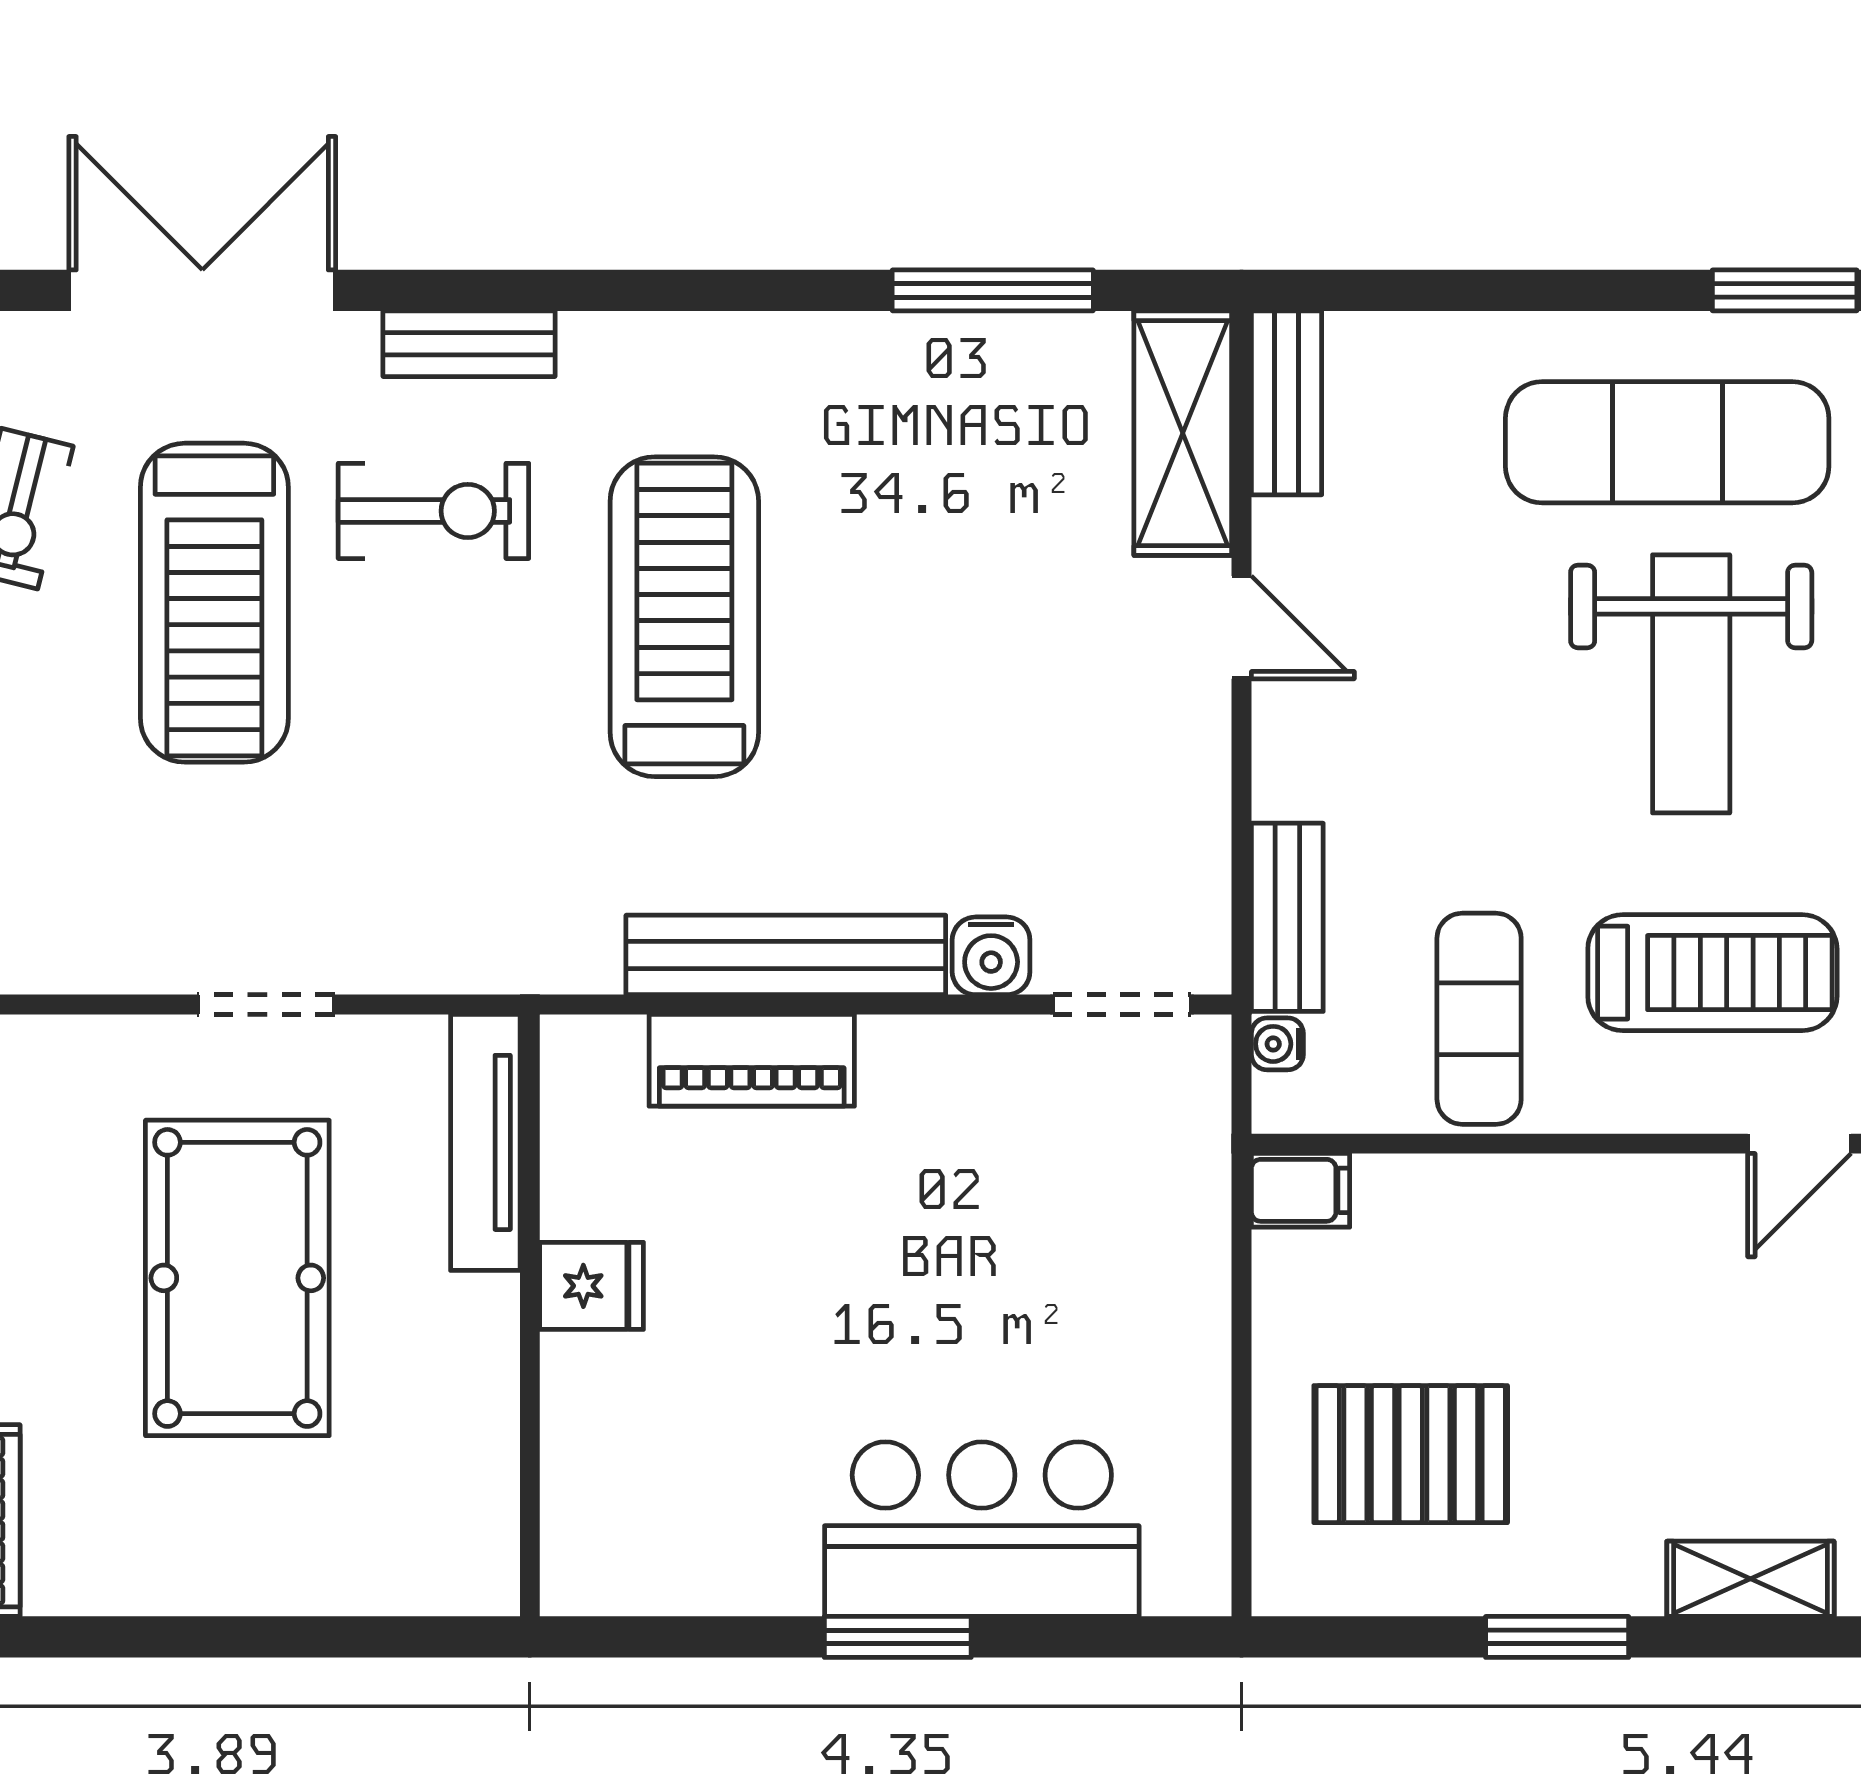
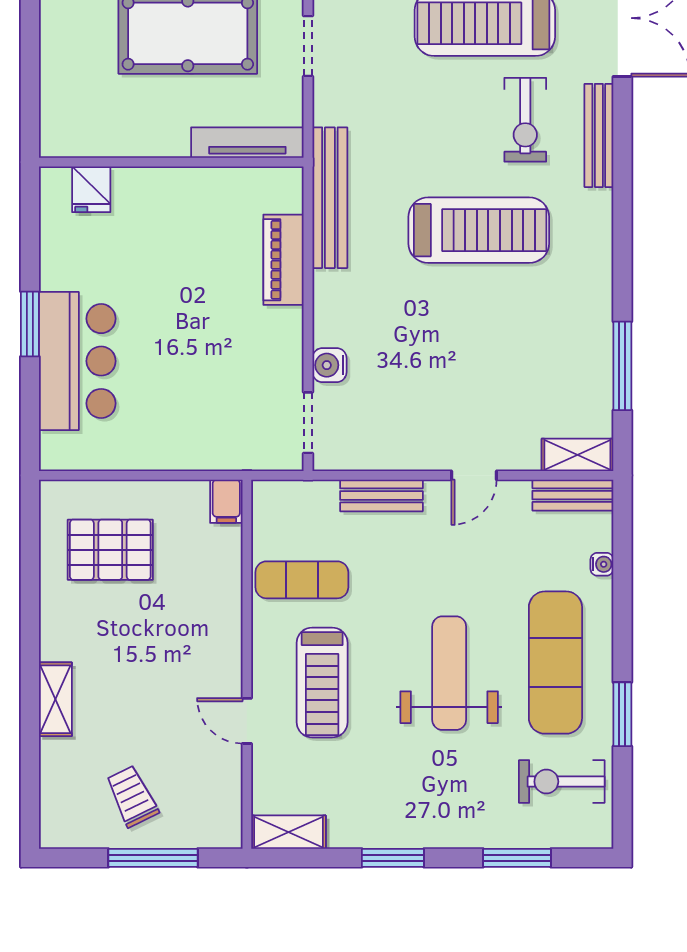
bench: (469, 344) -> (599, 135), width x1.36
shelving: (1183, 433) -> (577, 455), width x0.67, depth x0.75
weight bench: (1691, 684) -> (449, 673), turned 90
bench: (1287, 917) -> (381, 495), moved
bench: (786, 955) -> (330, 198), moved
water cooler: (1277, 1044) -> (602, 564), moved, turned 90
fridge: (592, 1286) -> (91, 189), moved
pallet: (1411, 1454) -> (110, 550), turned 90
window: (1557, 1637) -> (30, 614), removed

